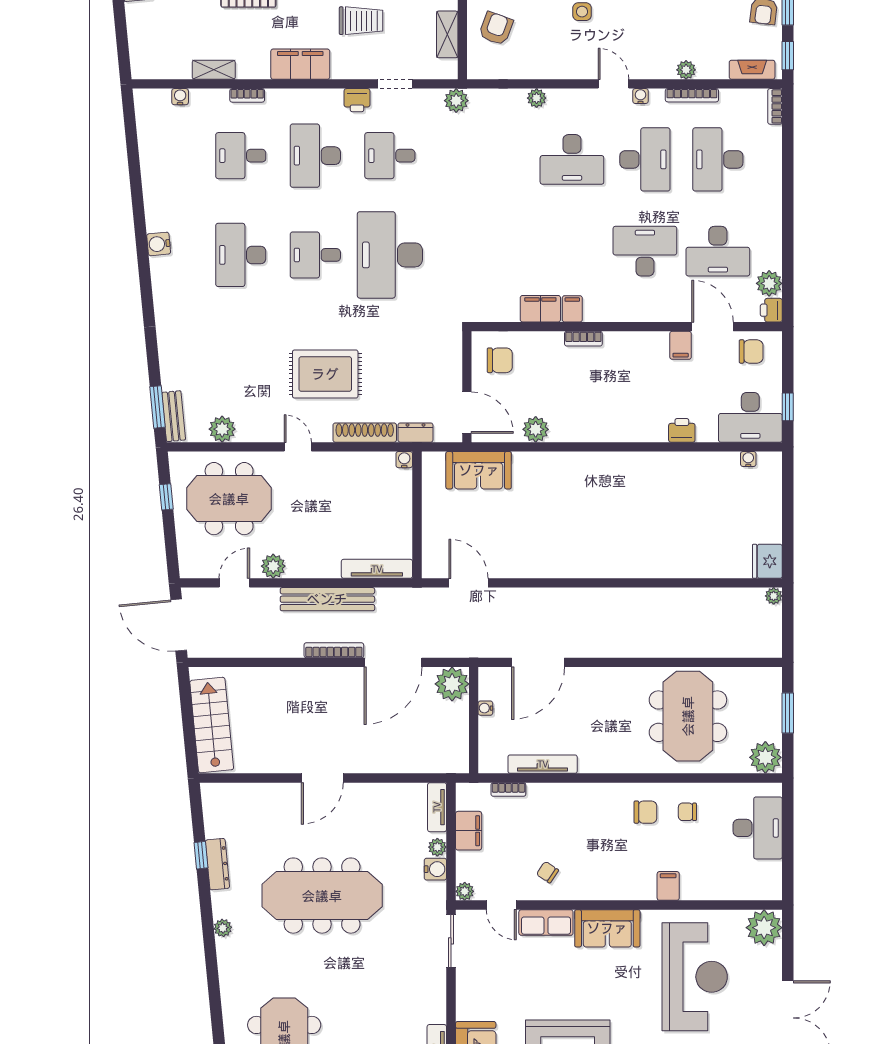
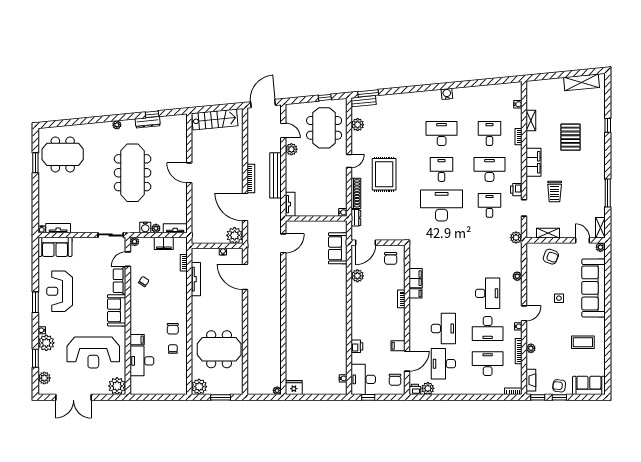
desk: (572, 159) -> (488, 293), turned 180
tv unit: (377, 569) -> (290, 204), width x0.71
desk: (758, 828) -> (142, 361), moved, turned 90

